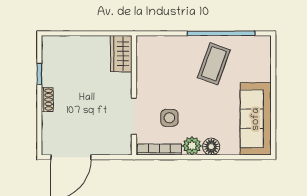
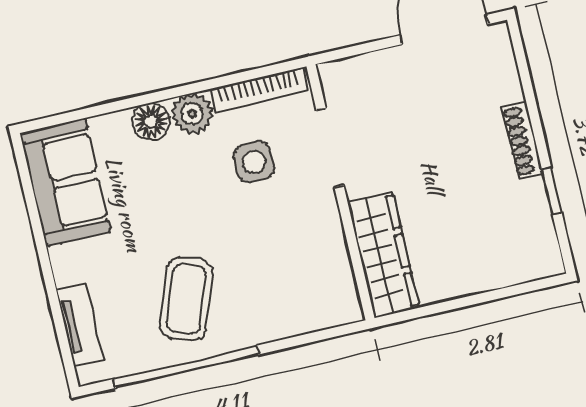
wardrobe: (121, 54) -> (383, 255), width x1.50
tv unit: (264, 63) -> (80, 325), added
shoe rack: (47, 100) -> (522, 140), width x1.43
sofa: (256, 119) -> (65, 182), width x0.73

